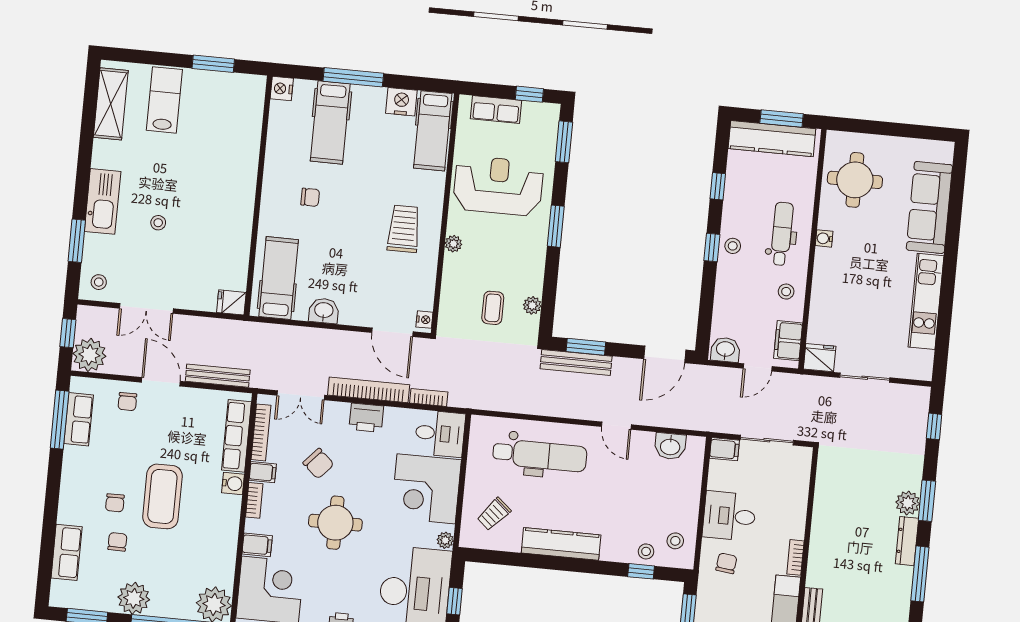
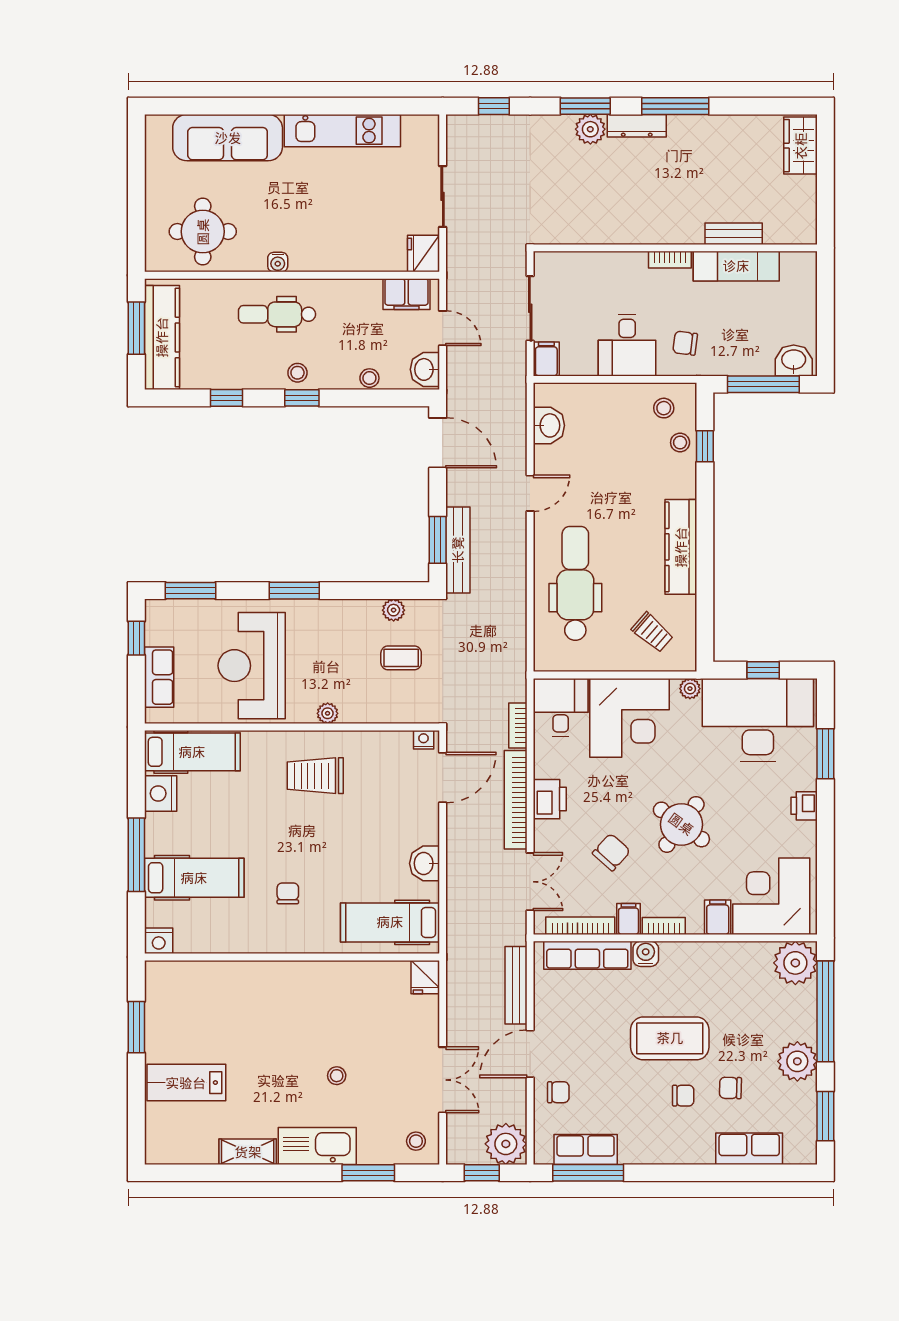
shelving: (111, 104) -> (248, 1152), moved, width x0.67, depth x0.75
stool: (786, 292) -> (369, 378), moved
round table: (335, 523) -> (681, 824), turned 36

